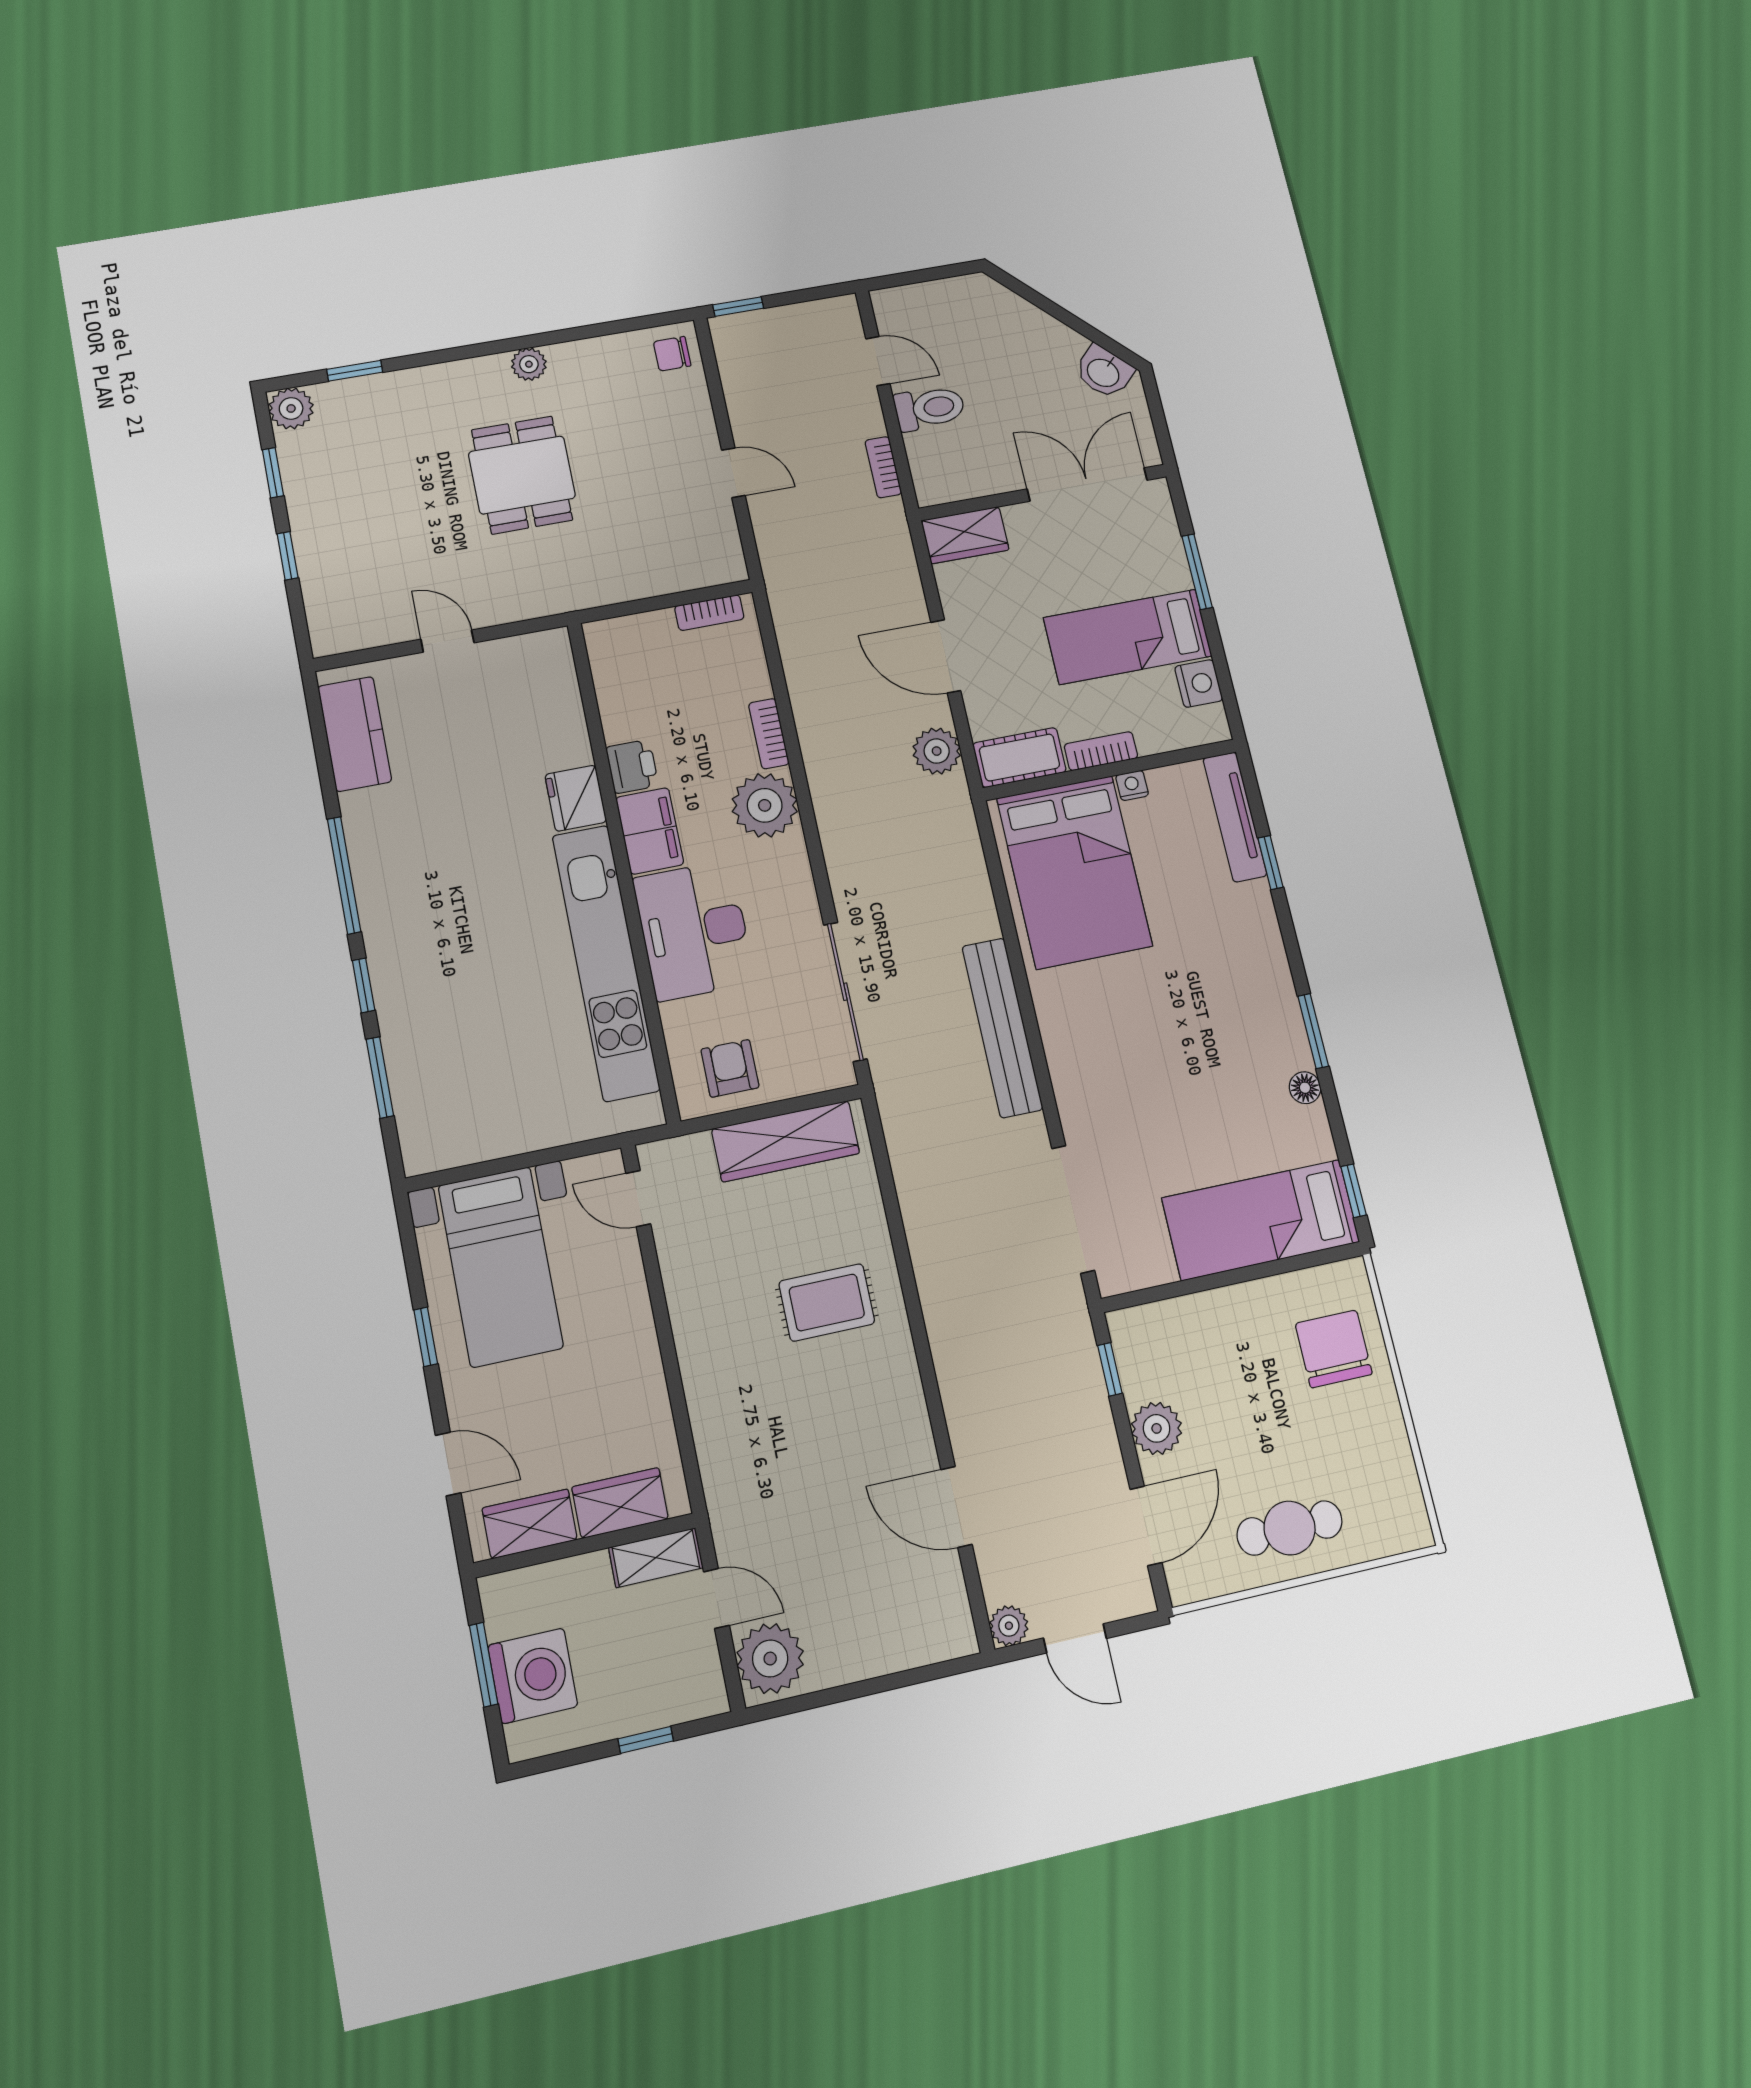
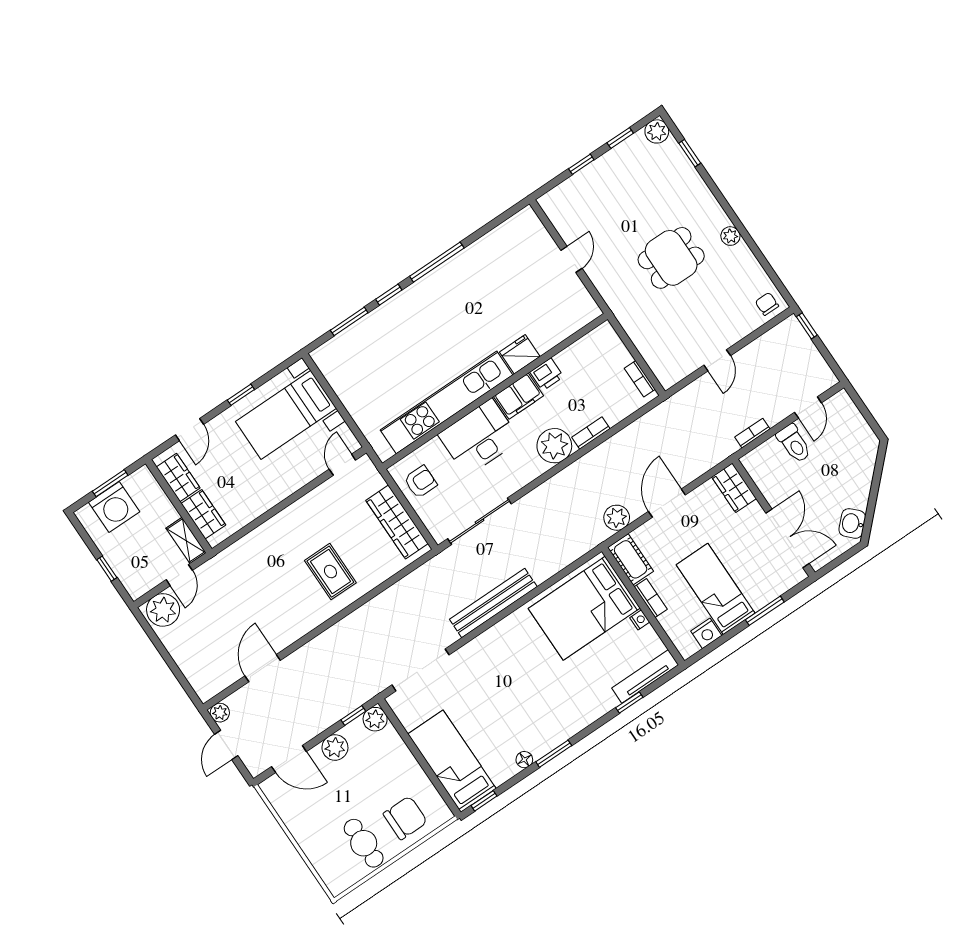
kitchen counter: (355, 734) -> (507, 236), removed
plant: (1132, 1331) -> (375, 719), added
cafe table: (1290, 1528) -> (364, 843), moved

